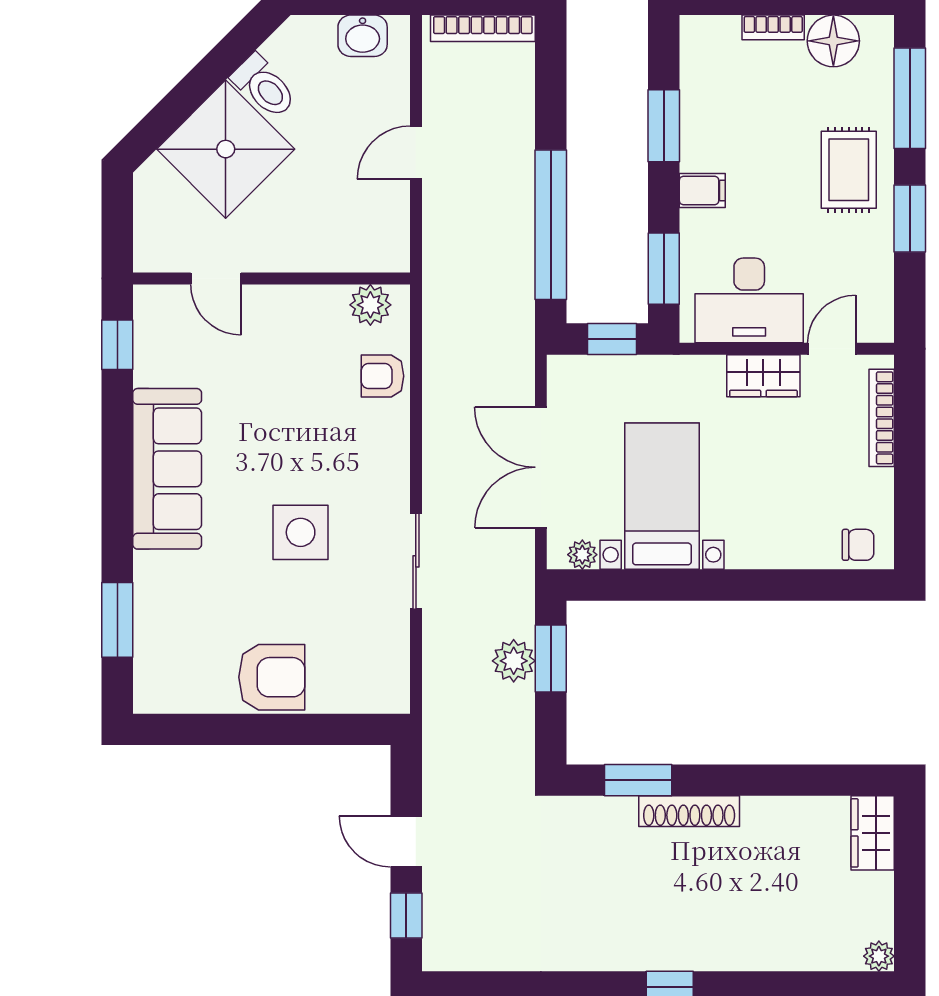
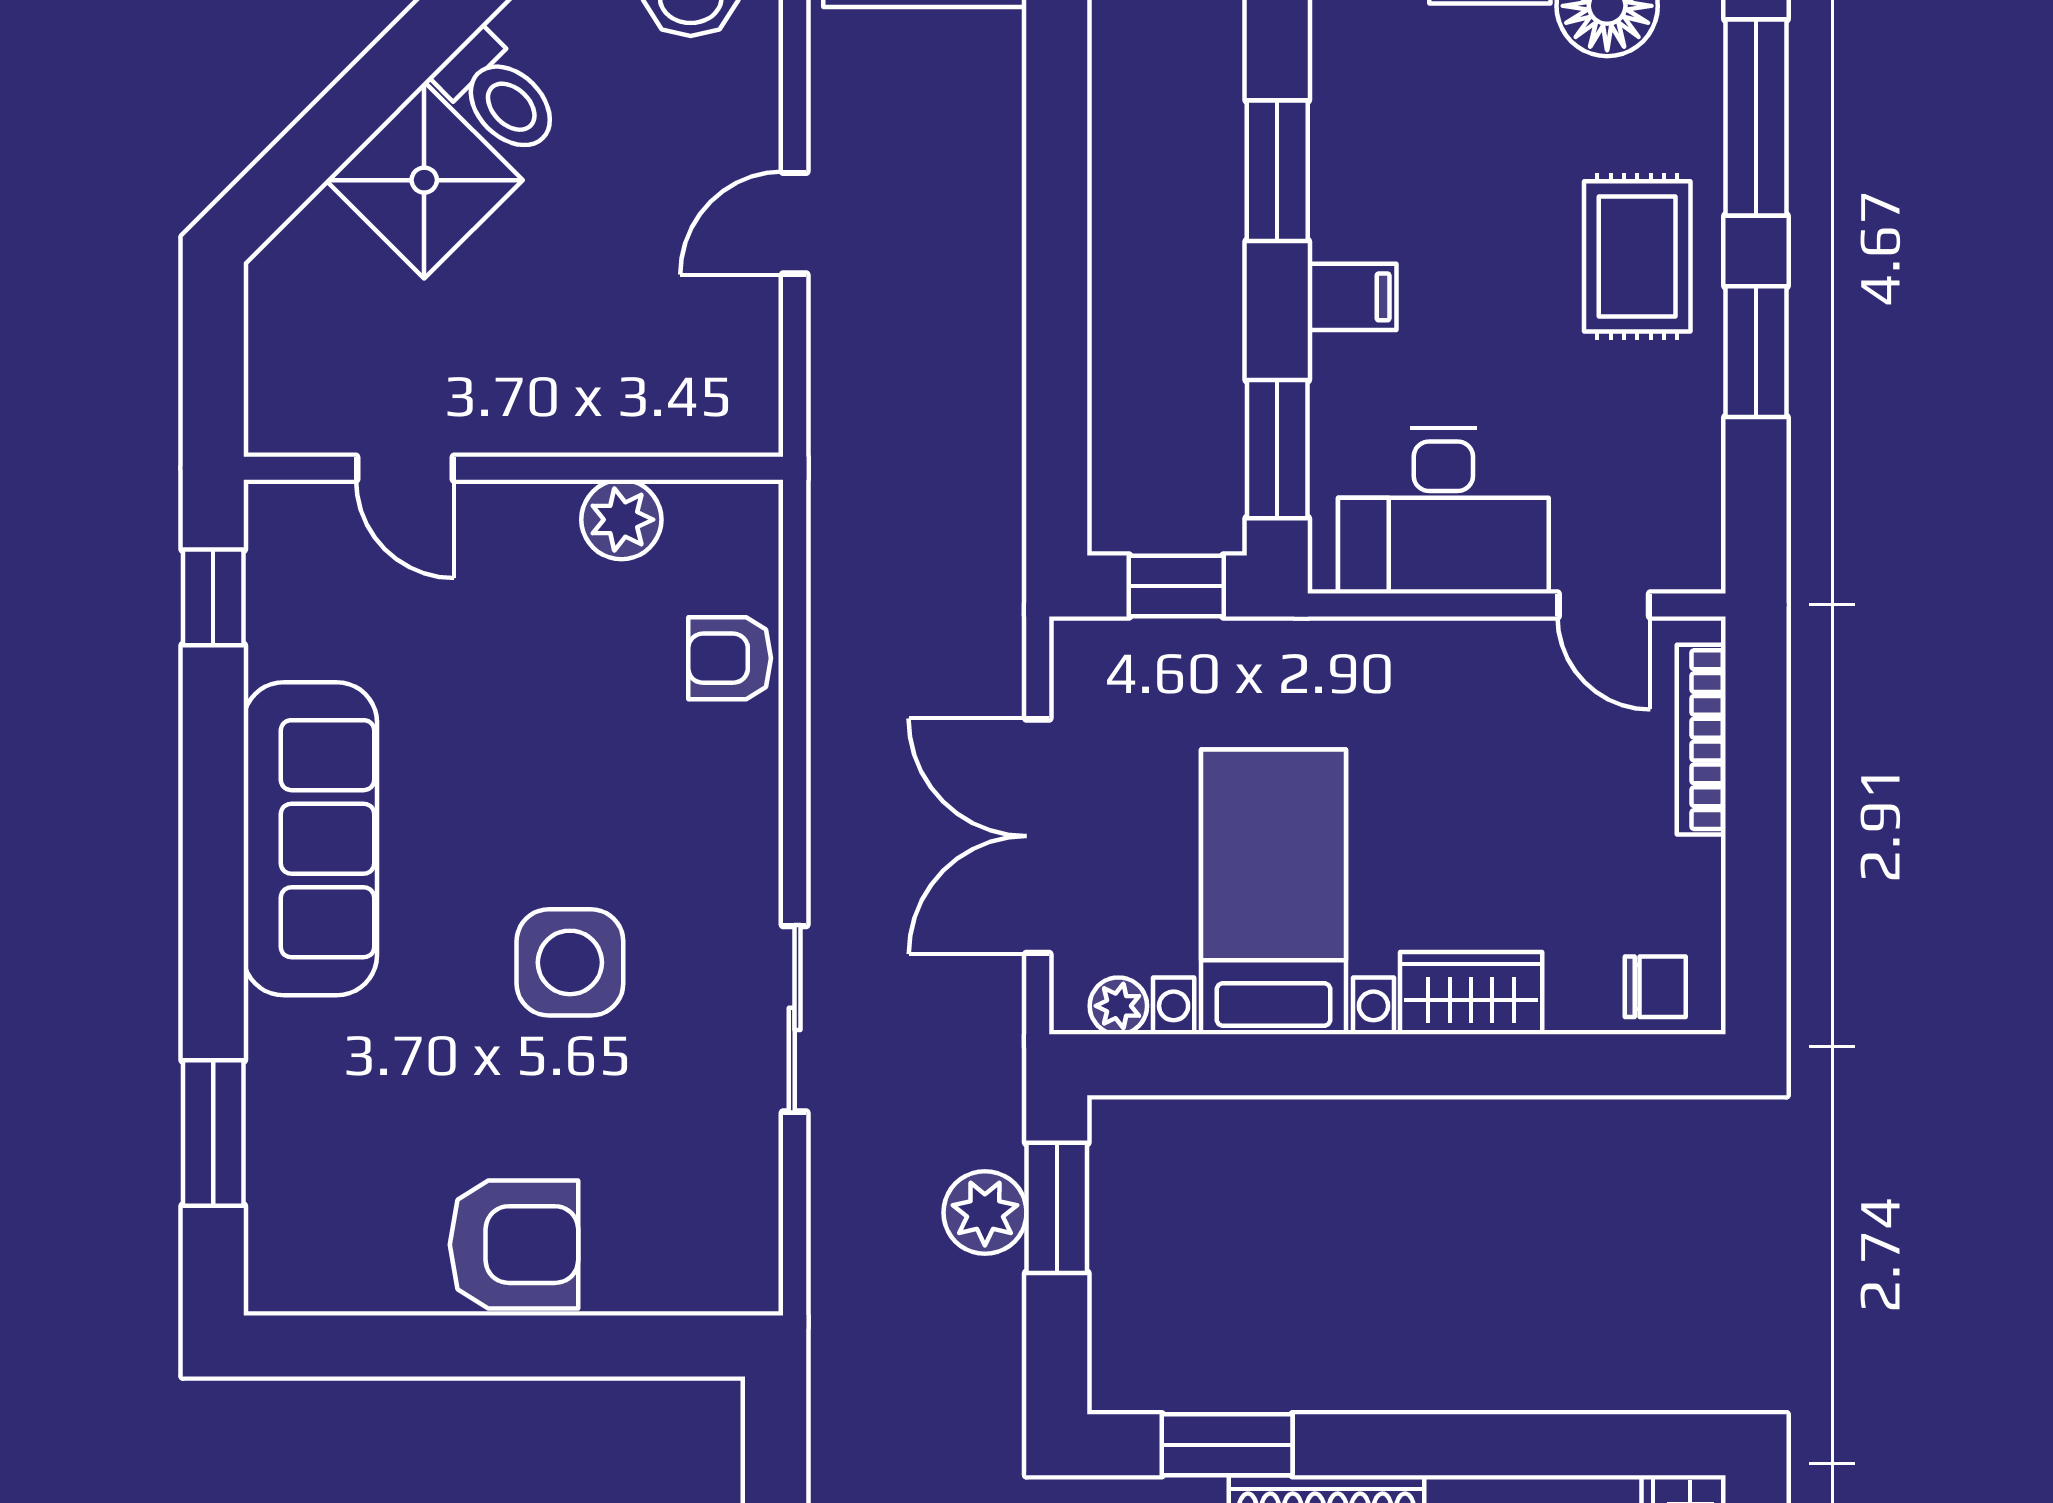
shower: (226, 149) -> (424, 180), width x0.73, depth x0.73
window: (551, 225) -> (1057, 364), removed
plant: (370, 305) -> (621, 520), moved
door: (832, 349) -> (1604, 605), swing flipped
wardrobe: (763, 376) -> (1471, 993), moved, turned 180

